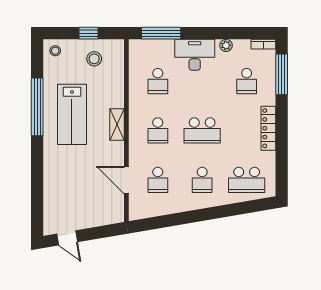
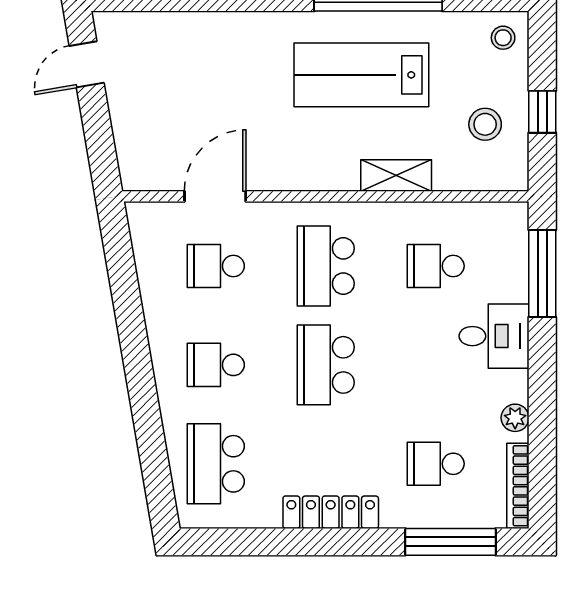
bookcase: (263, 44) -> (518, 486), width x1.56
desk: (195, 55) -> (494, 336), width x0.73
shelving: (117, 124) -> (396, 175), moved
school desk: (158, 130) -> (326, 266), width x1.85

